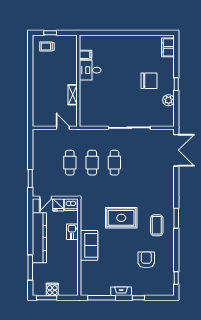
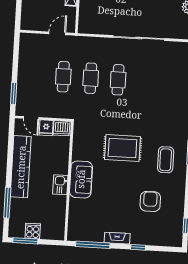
door: (63, 128) -> (57, 33), hinge flipped
door: (46, 198) -> (31, 118), hinge flipped
kitchen sink: (72, 232) -> (60, 185), moved

